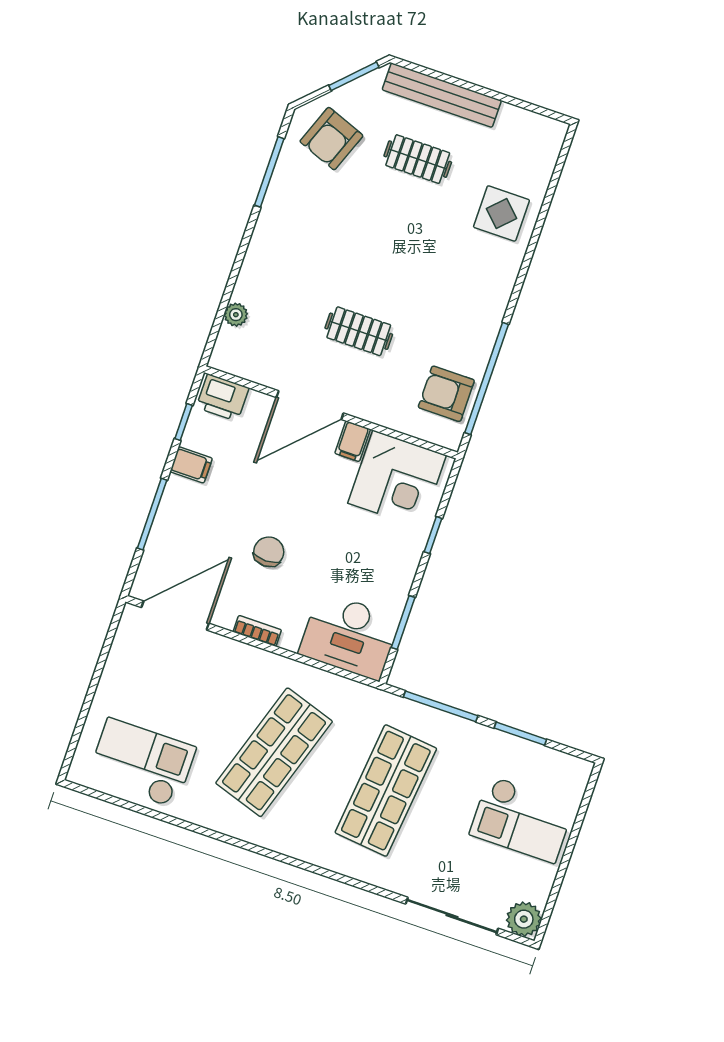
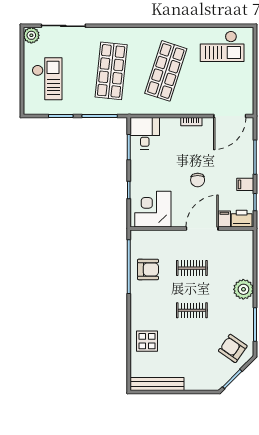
bench: (442, 95) -> (157, 384), moved
armchair: (331, 139) -> (233, 348), turned -76
clothes rail: (418, 159) -> (192, 310), moved
plant: (236, 315) -> (243, 289), moved, width x1.88, depth x1.88
armchair: (446, 394) -> (148, 269), moved
filing cabinet: (353, 441) -> (224, 219), moved
chair: (269, 552) -> (198, 180), moved
desk: (349, 636) -> (145, 133), width x0.73
checkout: (522, 819) -> (47, 79), turned 90

